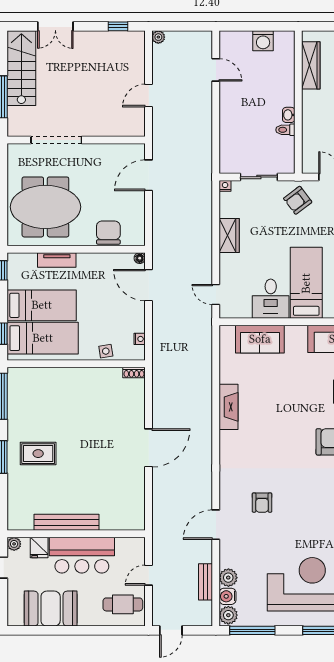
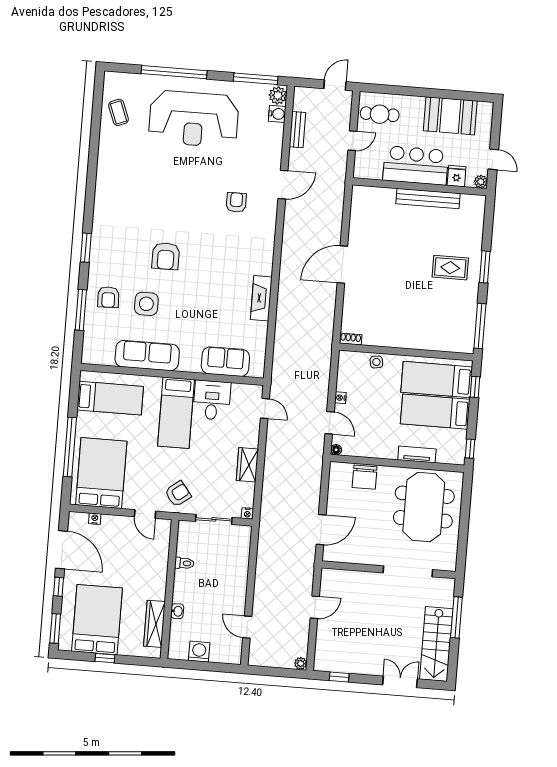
washbasin: (289, 115) -> (177, 611), moved
meeting table: (45, 207) -> (424, 507), turned 90
door: (149, 285) -> (330, 423), width x0.73
nightstand: (140, 339) -> (340, 398), moved
plant: (228, 578) -> (275, 132), removed

